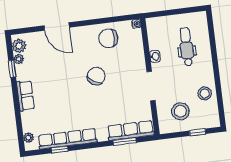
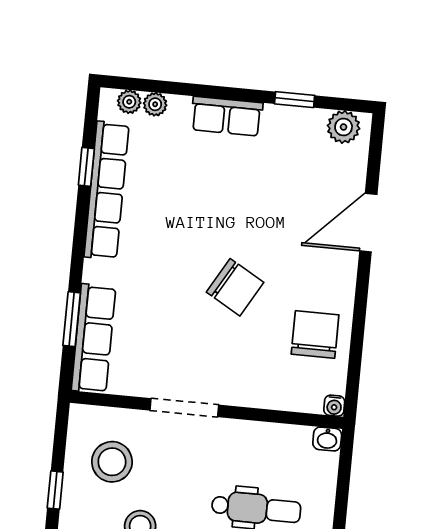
washbasin: (155, 56) -> (327, 439), moved
plant: (19, 59) -> (155, 104), moved

